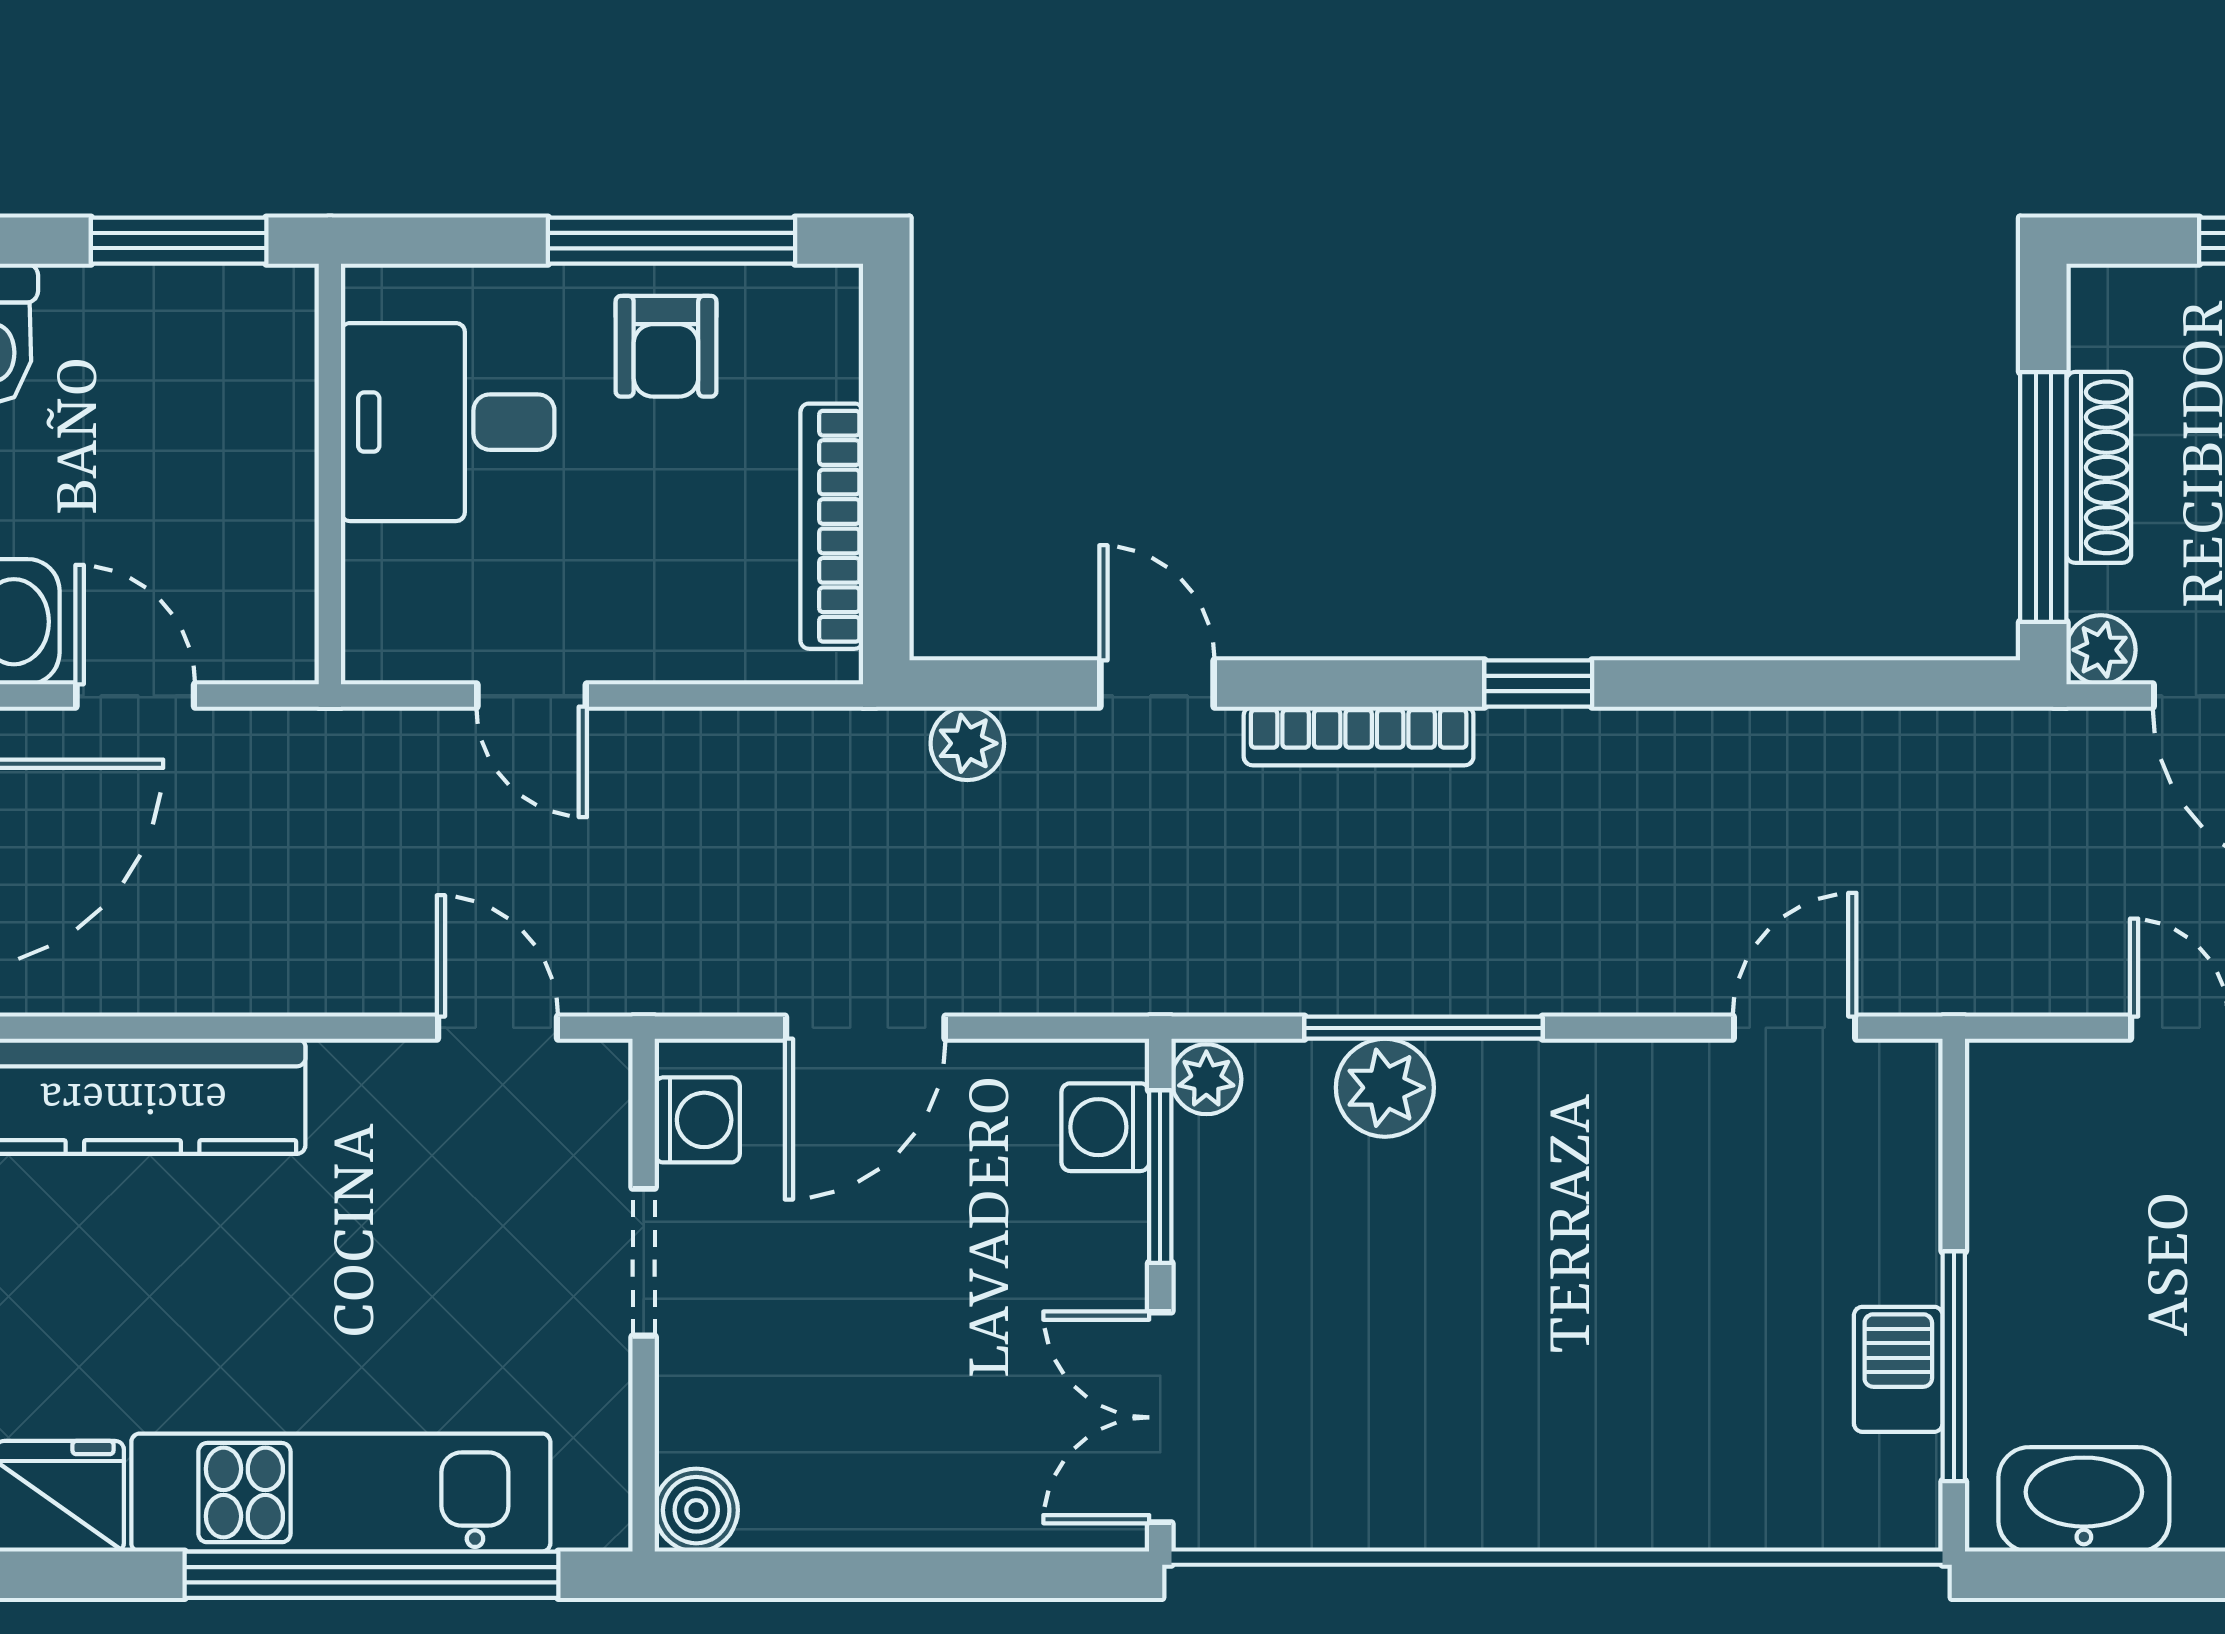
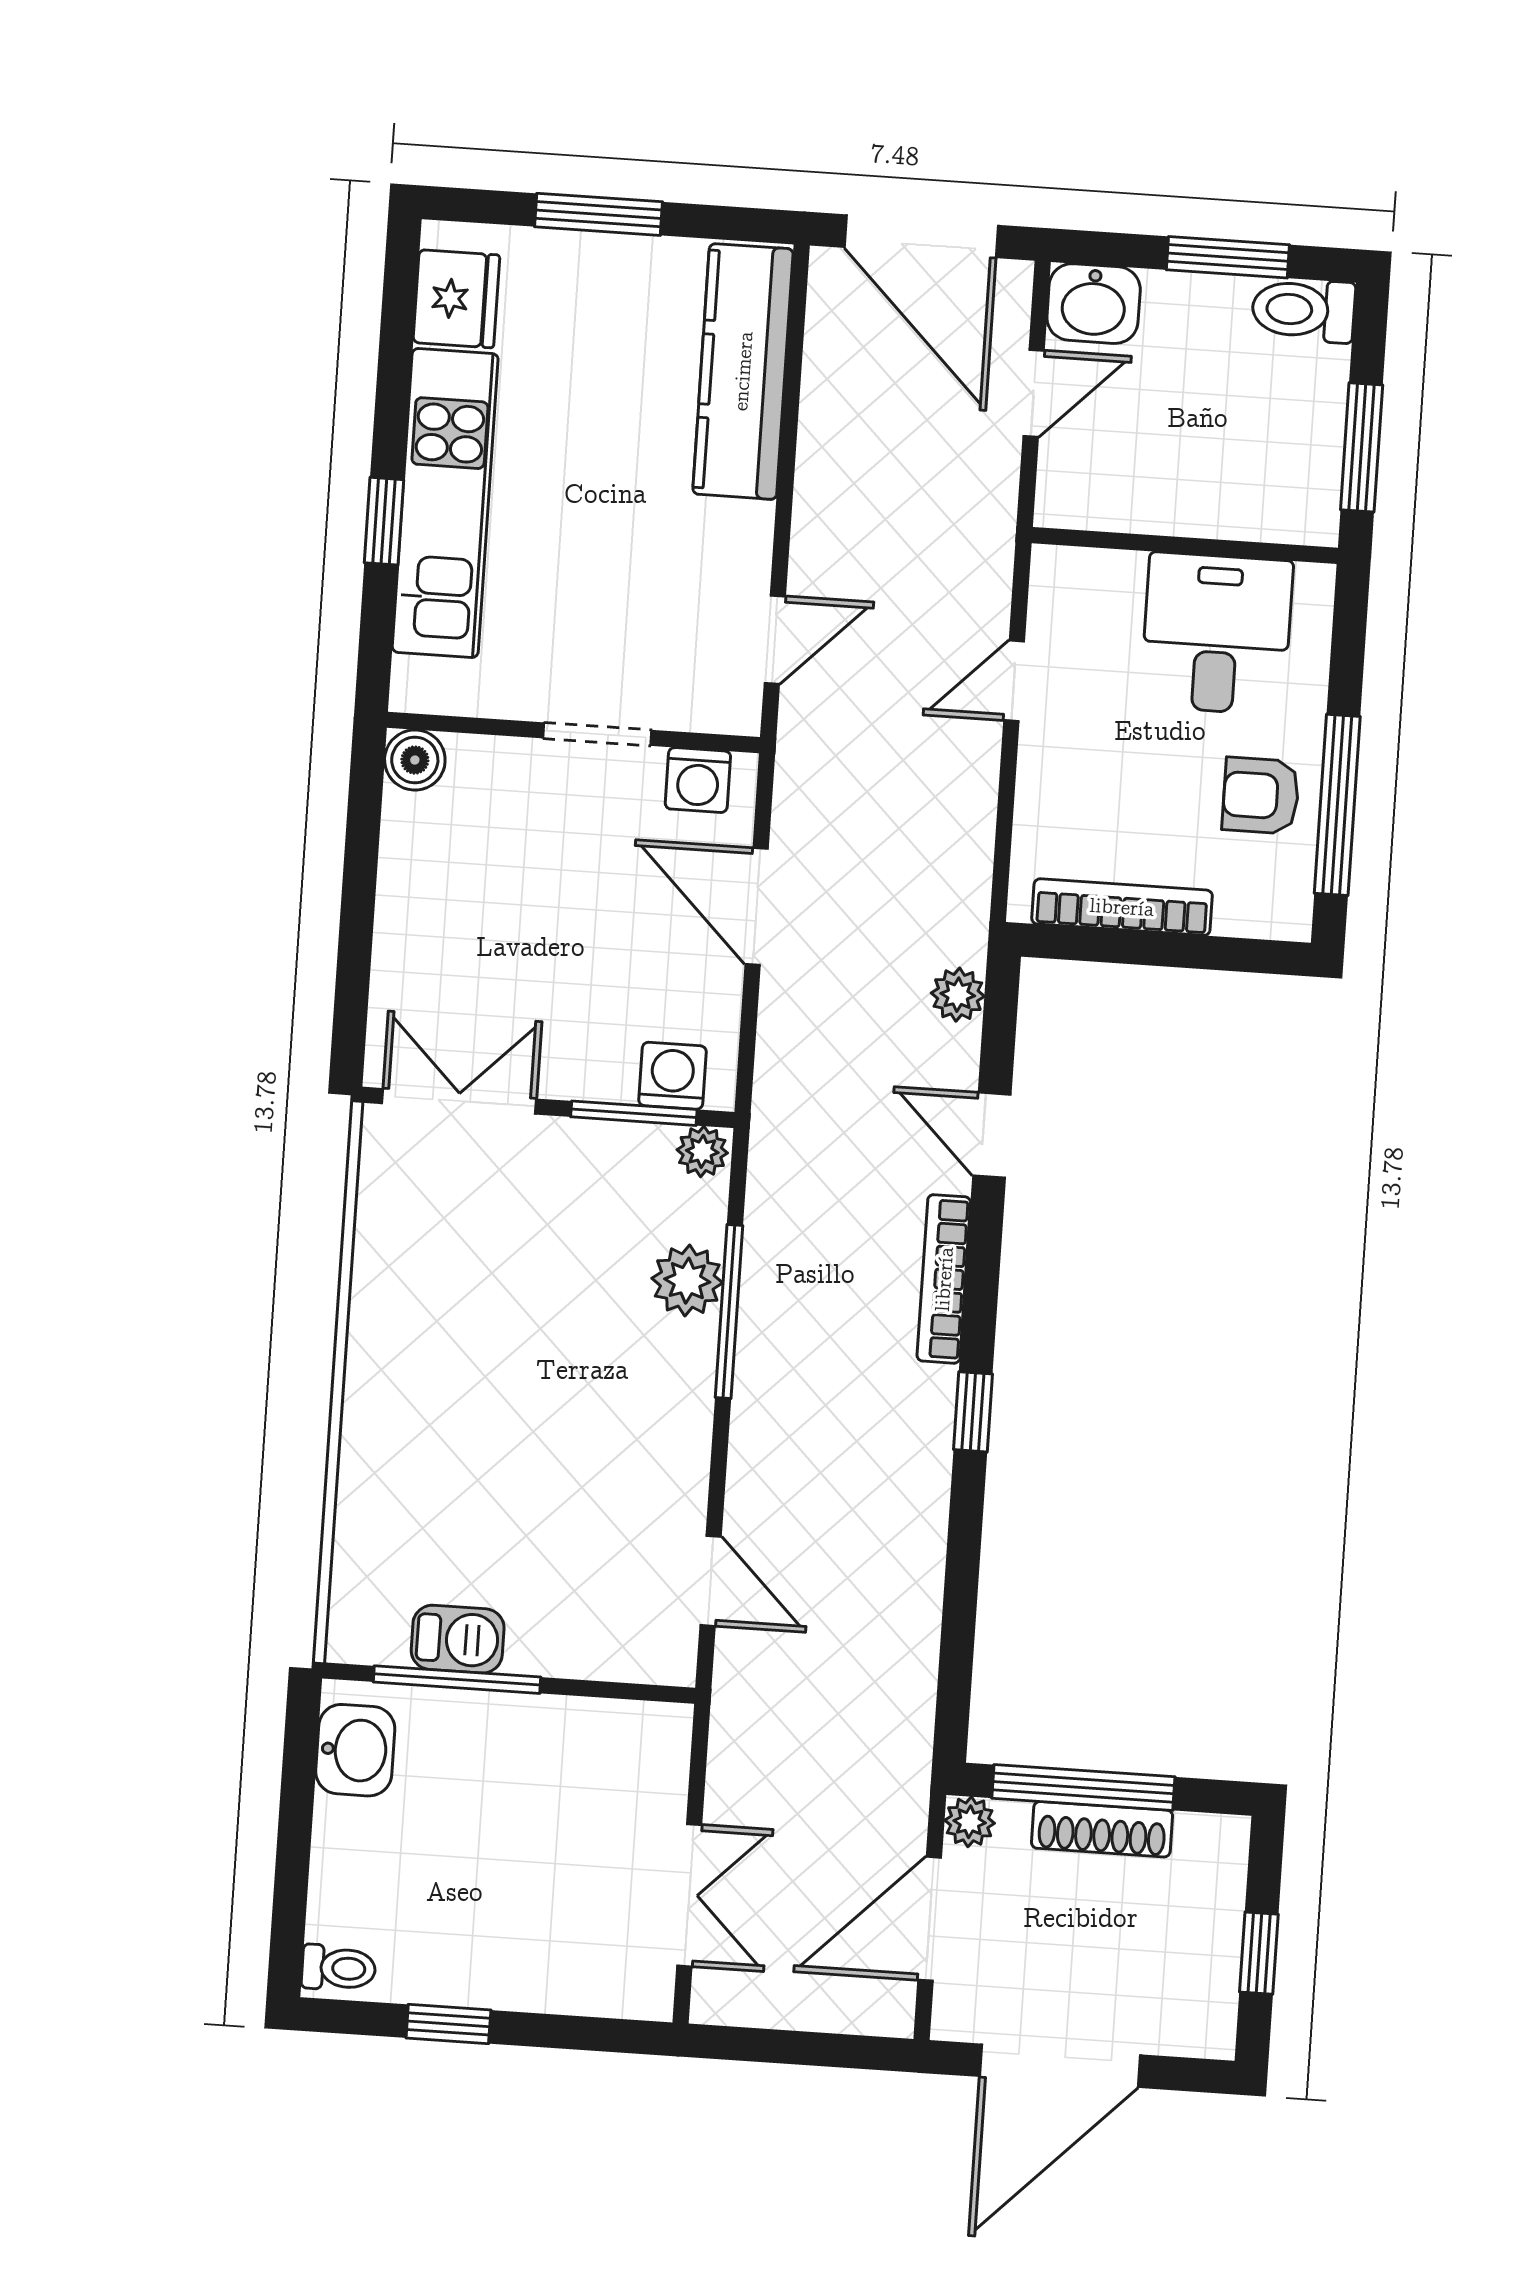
door: (1157, 683) -> (992, 1135), swing flipped
washbasin: (2084, 1499) -> (355, 1750), width x0.72
window: (371, 1575) -> (384, 521), width x0.32

